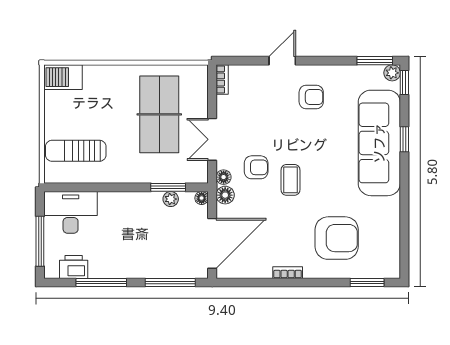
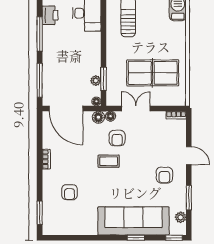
window: (375, 61) -> (189, 198), moved
plant: (392, 73) -> (181, 217), moved
armchair: (337, 238) -> (69, 192), width x0.53, depth x0.53

